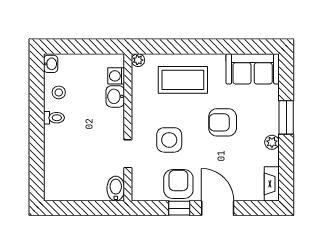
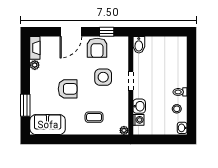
coffee table: (183, 80) -> (94, 117), width x0.54, depth x0.58
window: (286, 117) -> (25, 105), moved
plant: (272, 142) -> (35, 65), moved
doorway: (128, 154) -> (131, 81), moved
window: (179, 208) -> (107, 32), moved
door: (218, 208) -> (71, 32), hinge flipped

